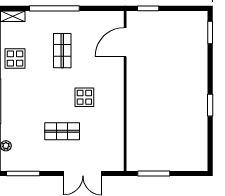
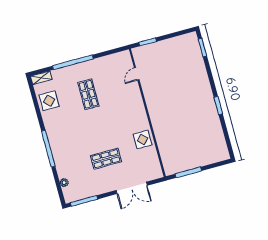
door: (125, 42) -> (137, 74), width x0.53
display table: (15, 58) -> (49, 101), moved
display table: (84, 97) -> (142, 139), moved

